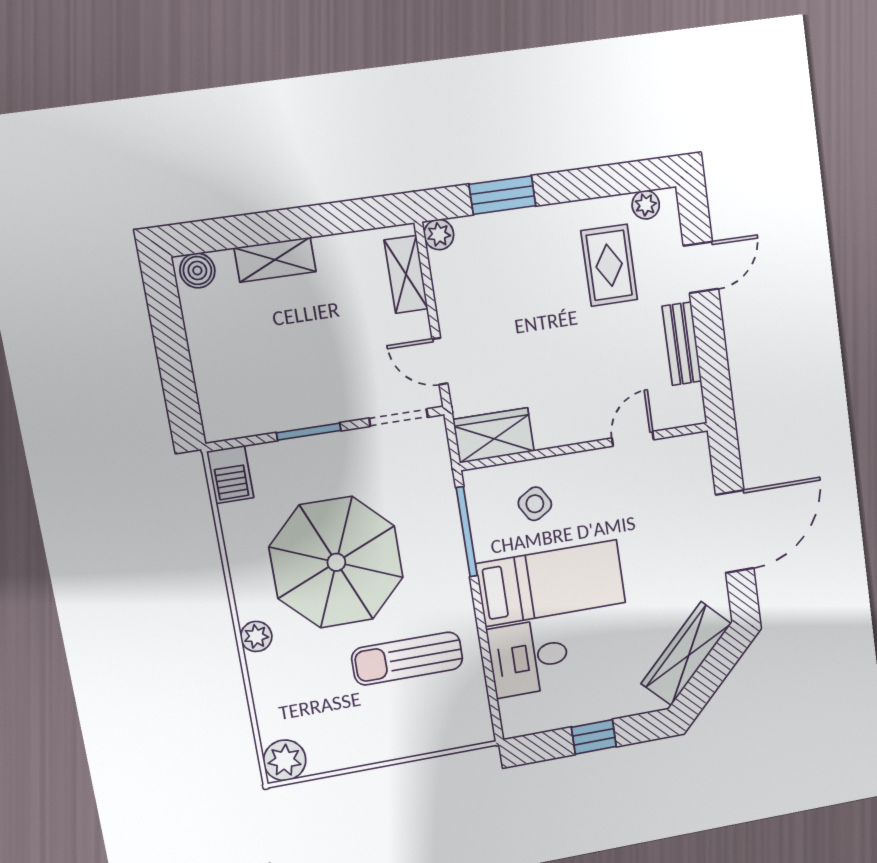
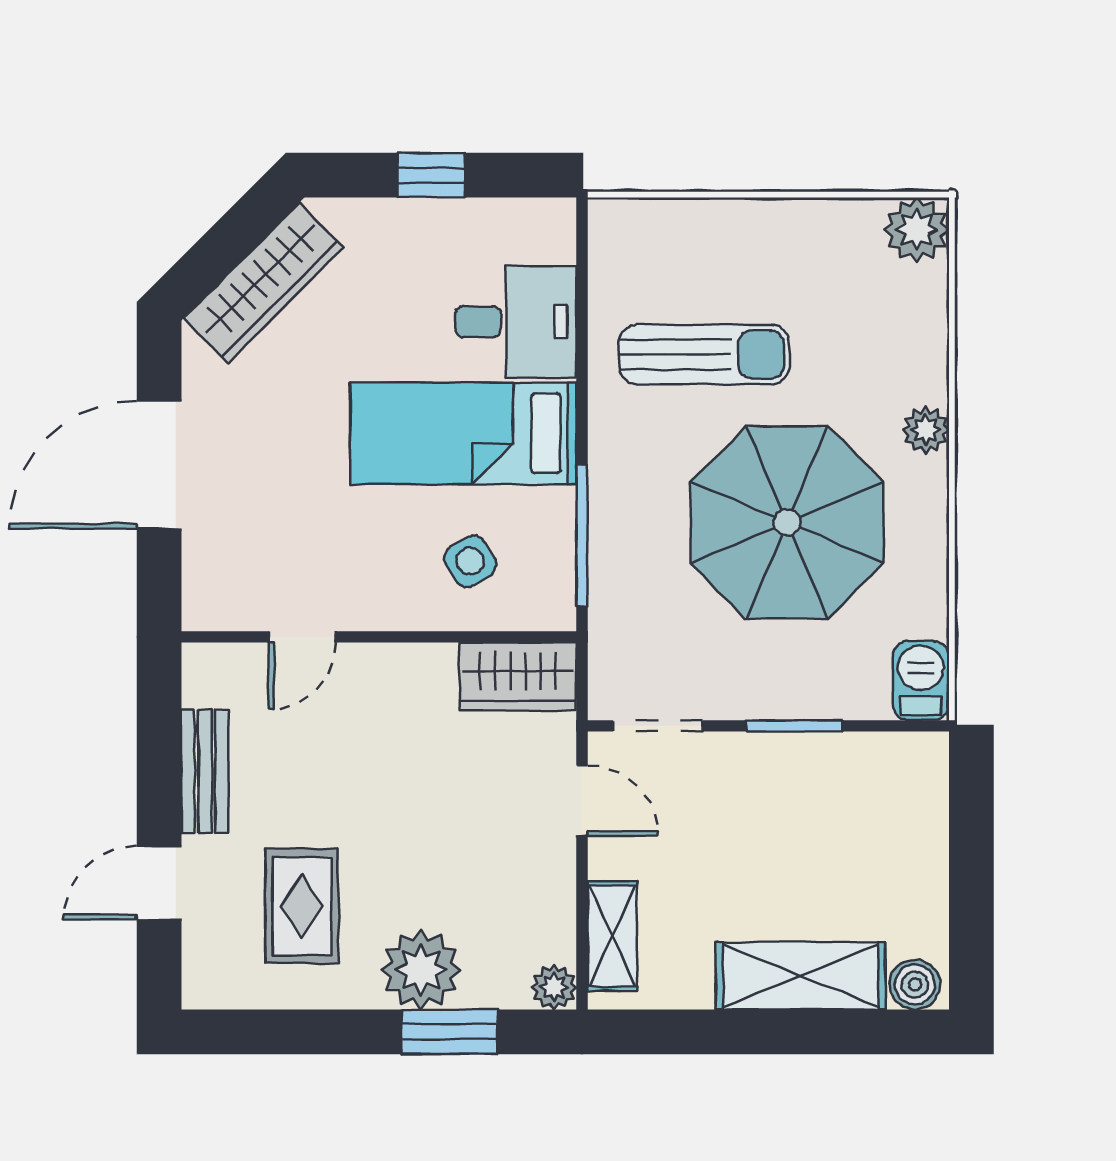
plant: (646, 205) -> (421, 970), moved, width x1.87, depth x1.87
shelving: (275, 260) -> (801, 976), width x1.50, depth x1.33

